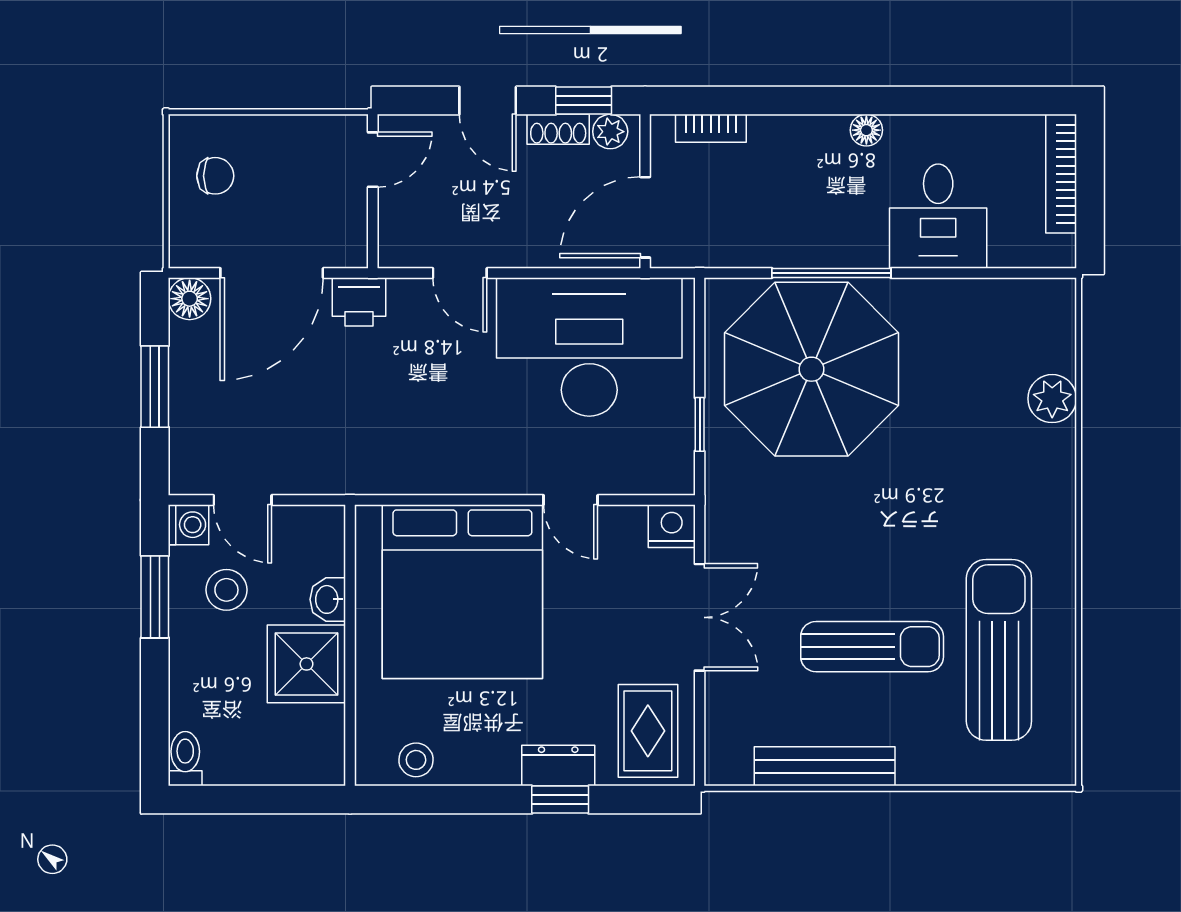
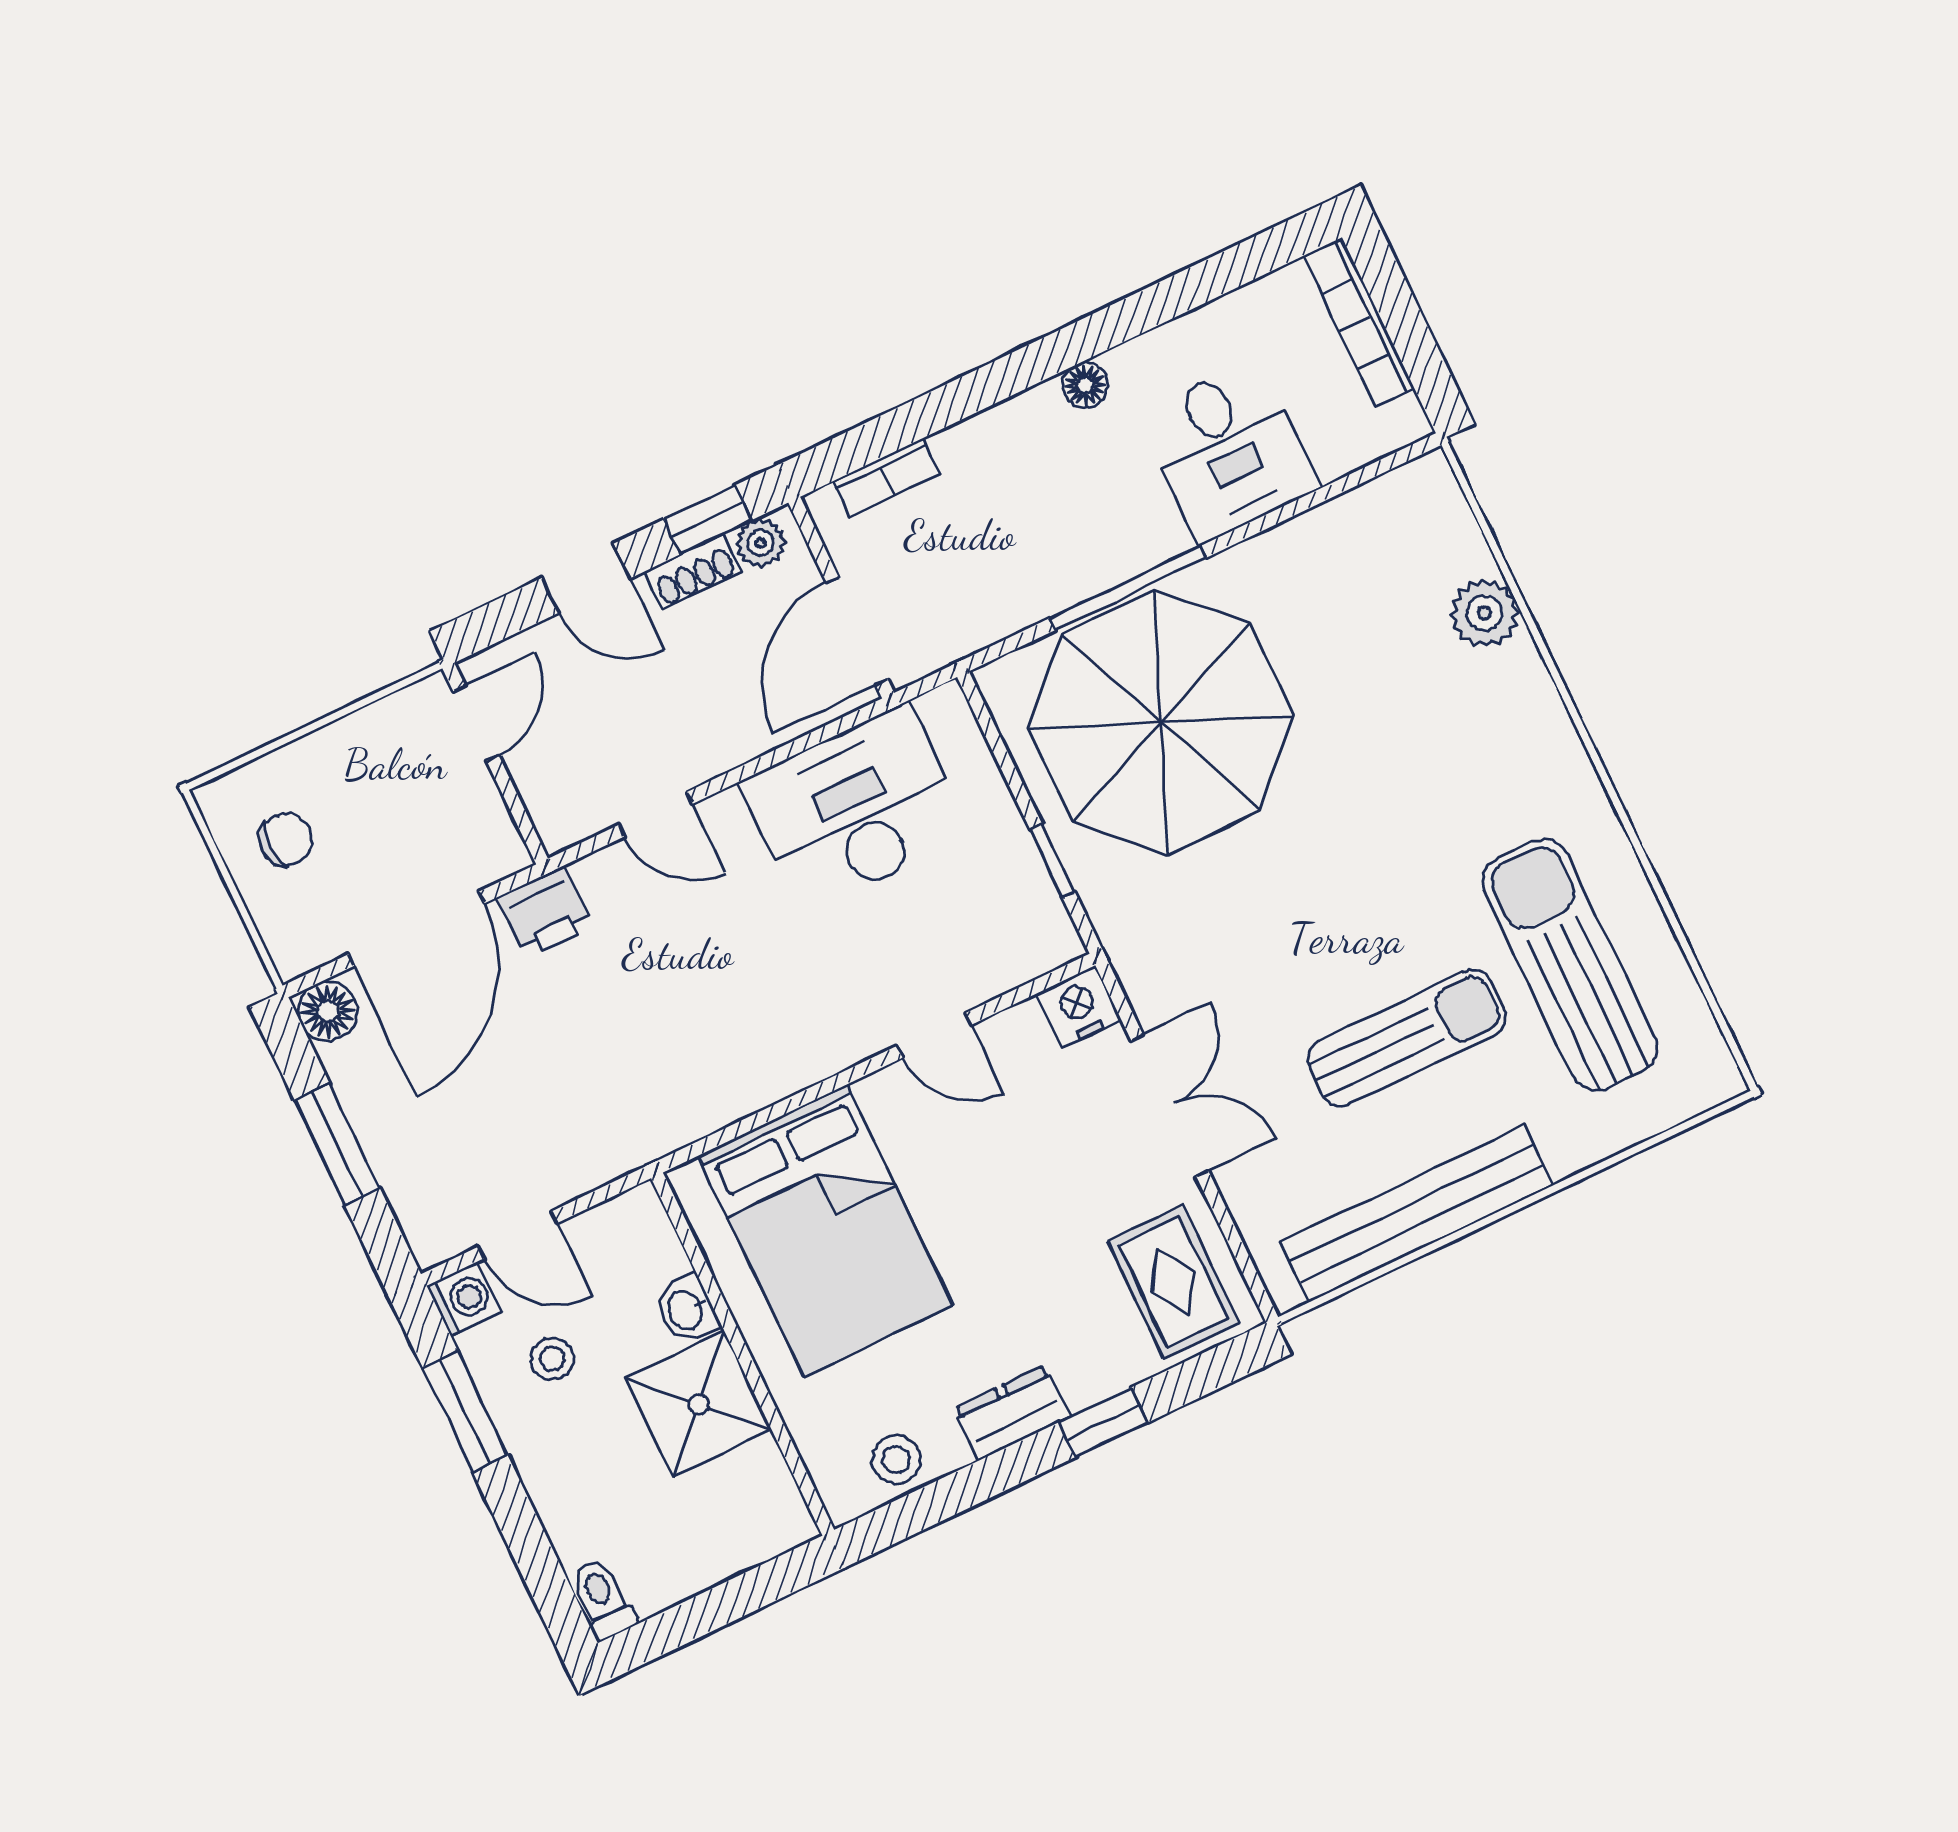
desk: (589, 347) -> (855, 809), width x0.73, depth x0.77
stool: (226, 590) -> (552, 1359), width x0.73, depth x0.73
bed: (462, 592) -> (826, 1230), width x0.73
dresser: (558, 766) -> (1012, 1413), moved
bench: (825, 766) -> (1417, 1214), width x1.37, depth x1.21

